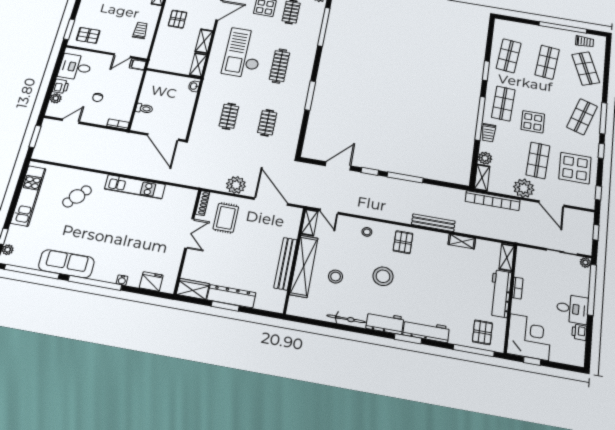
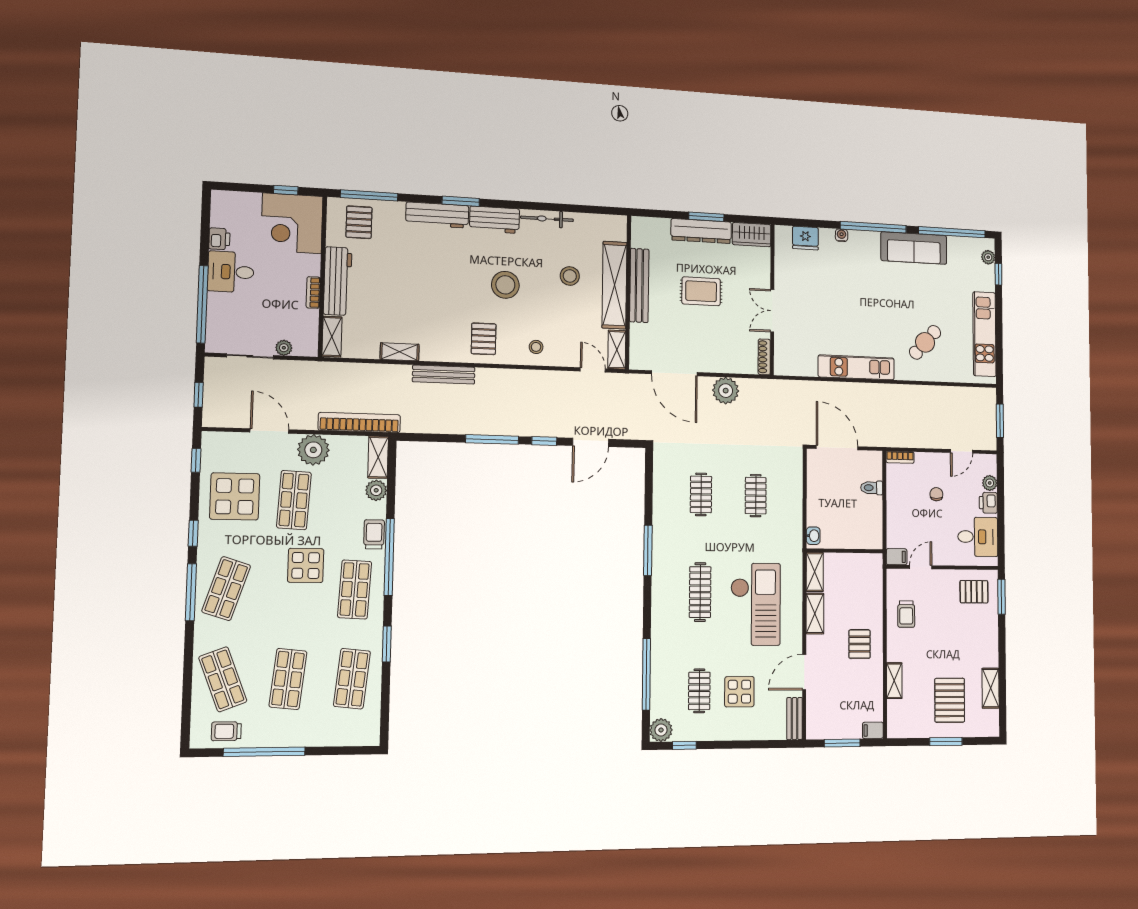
rug: (226, 218) -> (701, 291), moved, turned 90
plant: (585, 262) -> (284, 348), moved

